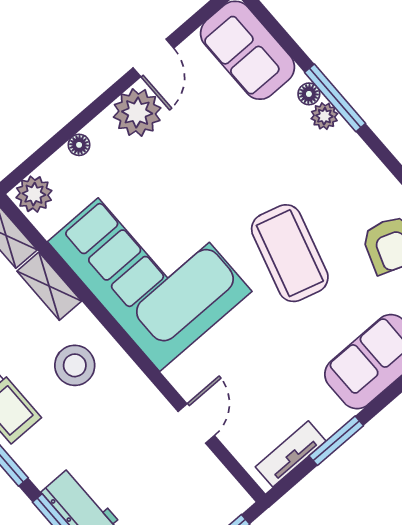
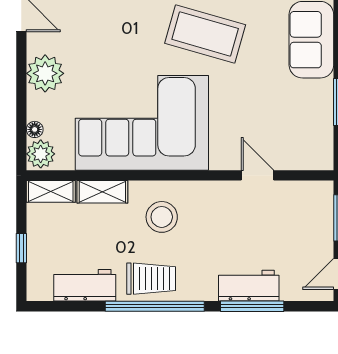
plant: (137, 112) -> (45, 73), moved
floor lamp: (79, 145) -> (35, 129), moved
tv unit: (291, 454) -> (323, 135), removed

